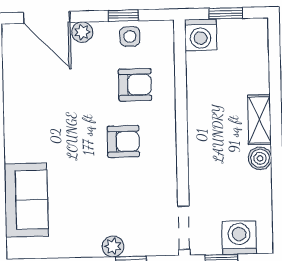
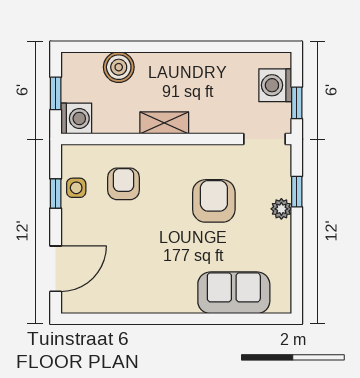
plant: (82, 32) -> (71, 234), removed
shelving: (259, 120) -> (164, 123), moved
armchair: (123, 142) -> (214, 201), moved, width x1.38, depth x1.38
boiler: (260, 158) -> (119, 67), moved, width x1.36, depth x1.36

